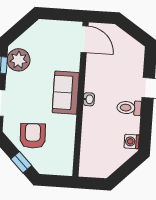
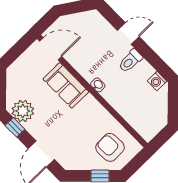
sofa: (66, 93) -> (66, 85), moved
armchair: (33, 136) -> (110, 147), moved

